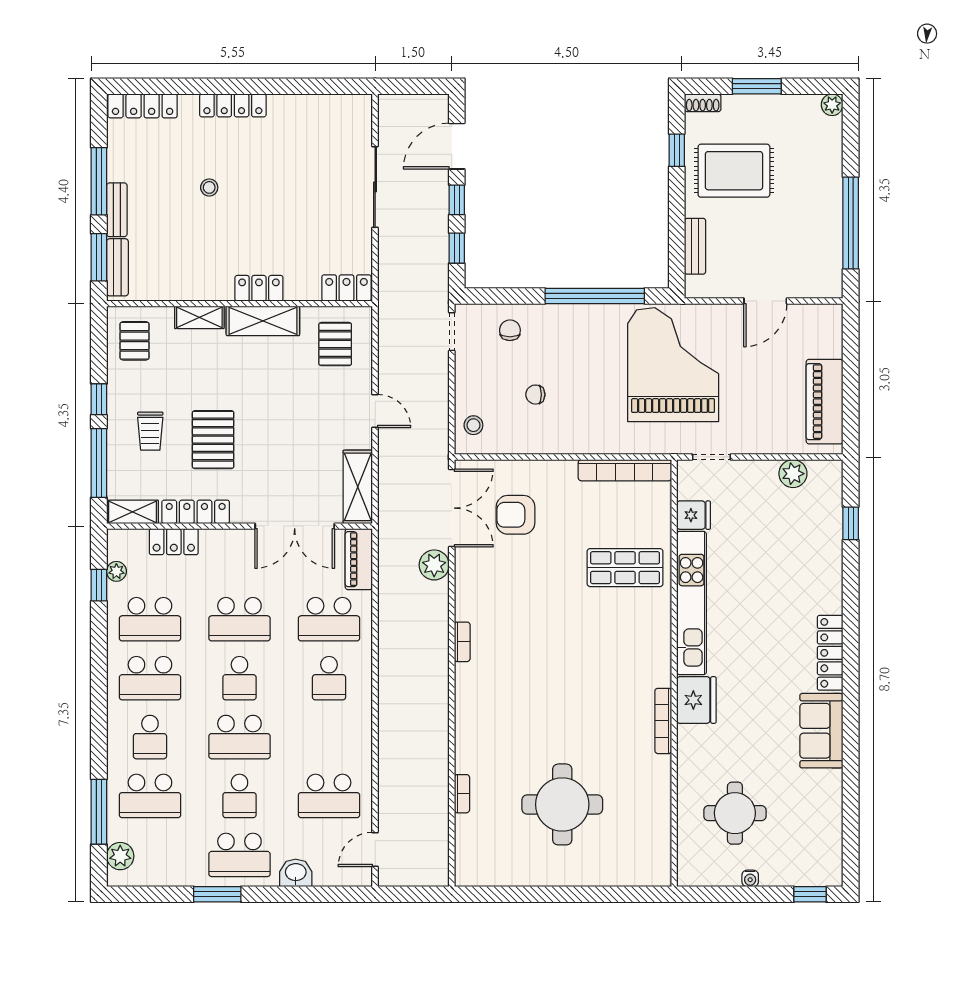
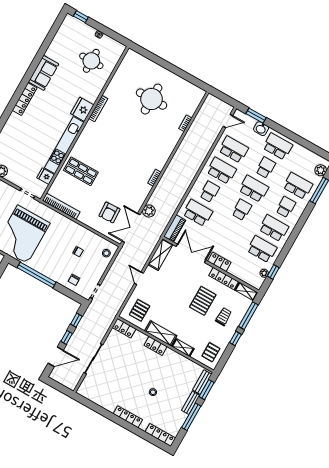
armchair: (516, 515) -> (109, 212), turned 88
locker: (174, 542) -> (219, 262), moved
school desk: (239, 619) -> (222, 171), moved
window: (217, 894) -> (256, 116), moved

